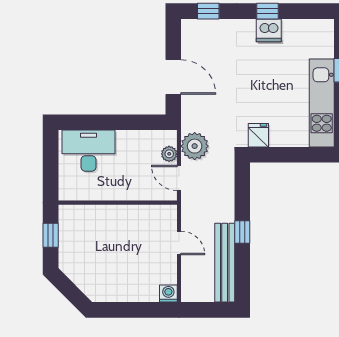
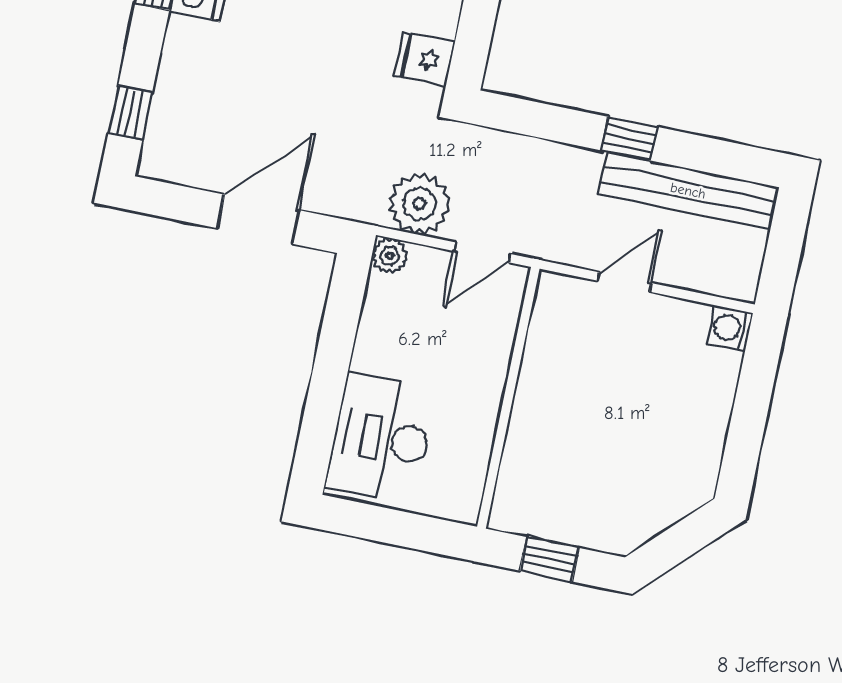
plant: (169, 154) -> (390, 256), moved

